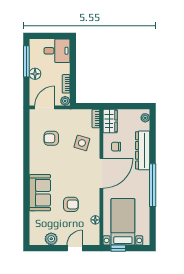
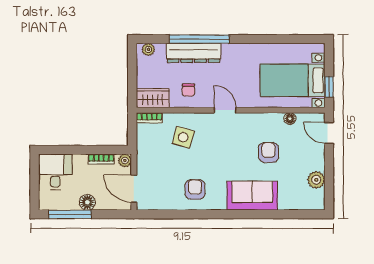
armchair: (51, 138) -> (195, 189), moved, turned 180
door: (101, 173) -> (225, 110), width x0.53
window: (153, 185) -> (199, 39), moved
door: (75, 248) -> (329, 133), moved

